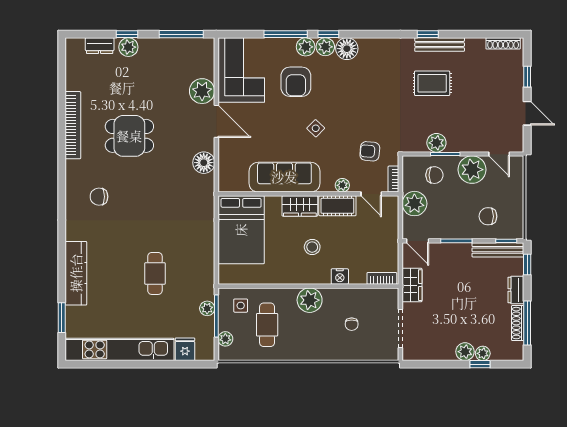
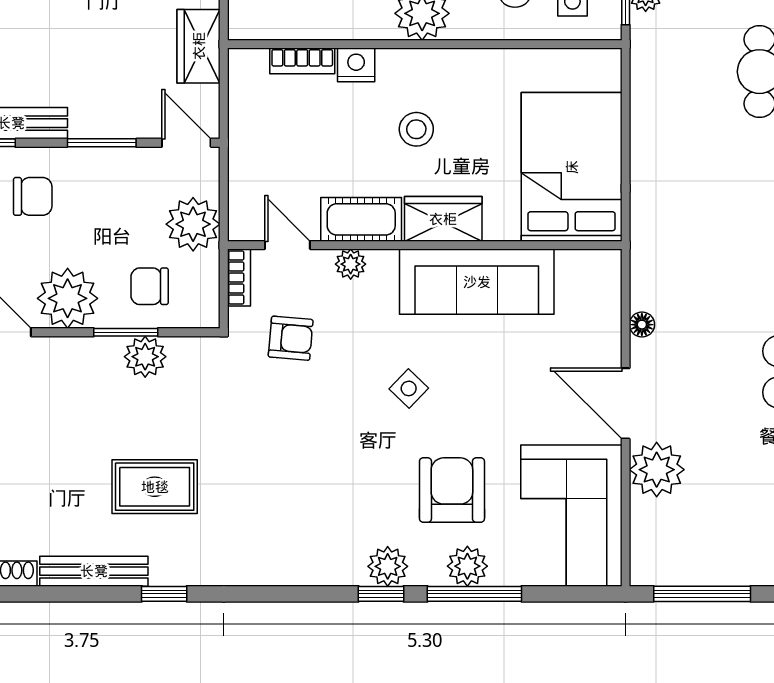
bench: (440, 45) -> (94, 571), moved
plant: (306, 47) -> (467, 566), moved
floor lamp: (347, 49) -> (341, 562), removed
floor lamp: (204, 163) -> (642, 325), width x0.53, depth x0.53
bookcase: (382, 278) -> (302, 61), moved

